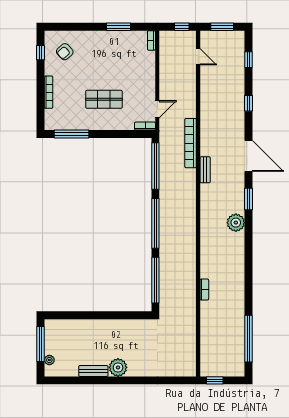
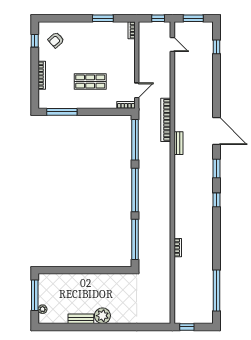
window: (249, 103) -> (216, 200), moved
plant: (236, 223) -> (205, 189), removed

